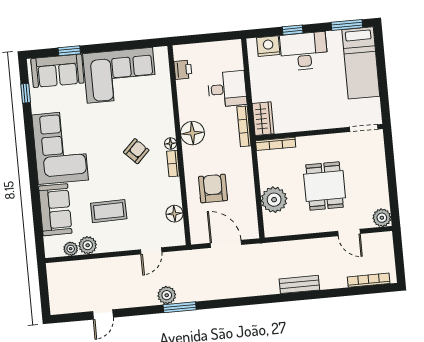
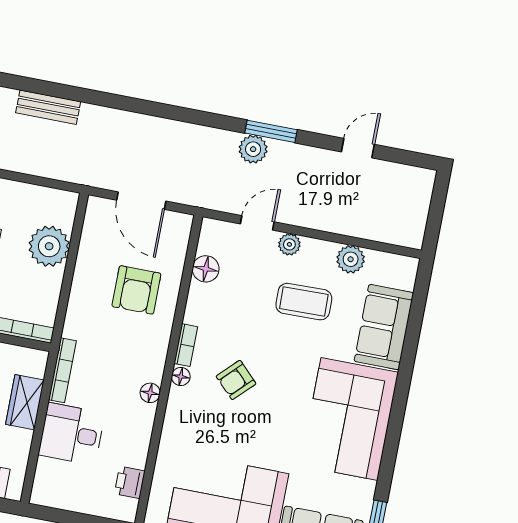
wardrobe: (263, 119) -> (25, 402), moved
floor lamp: (192, 133) -> (150, 393), width x0.53, depth x0.53
plant: (71, 249) -> (289, 244), moved
window: (180, 307) -> (271, 131), moved

